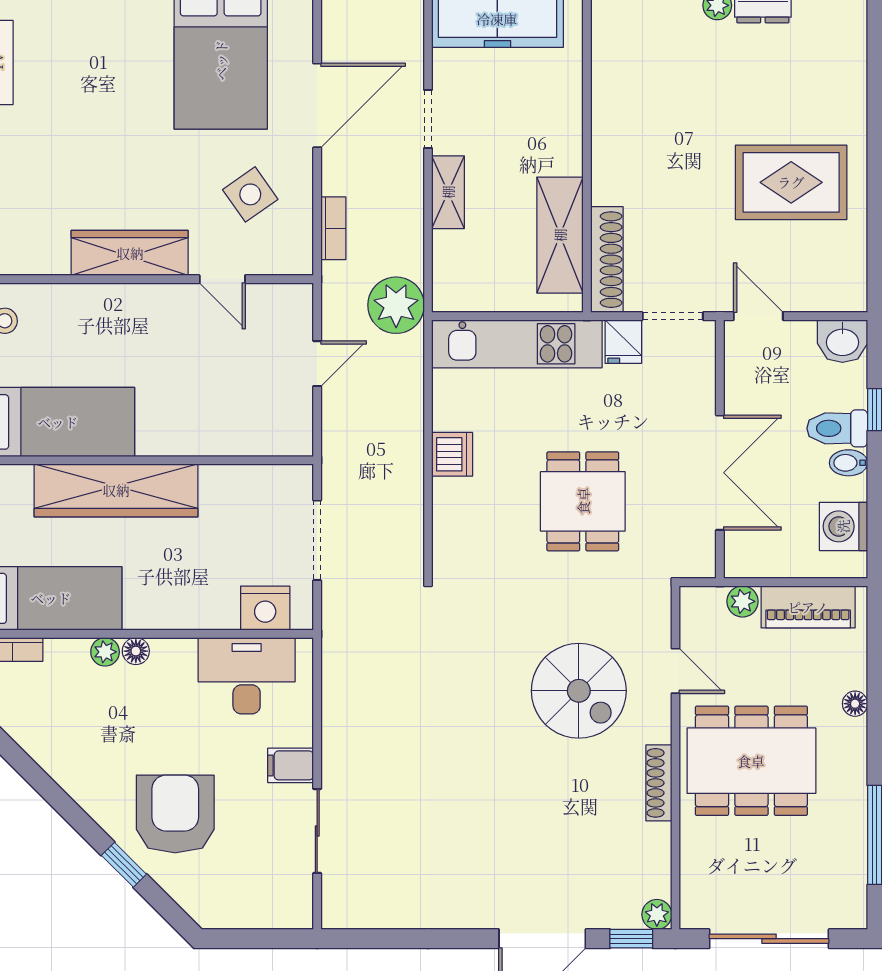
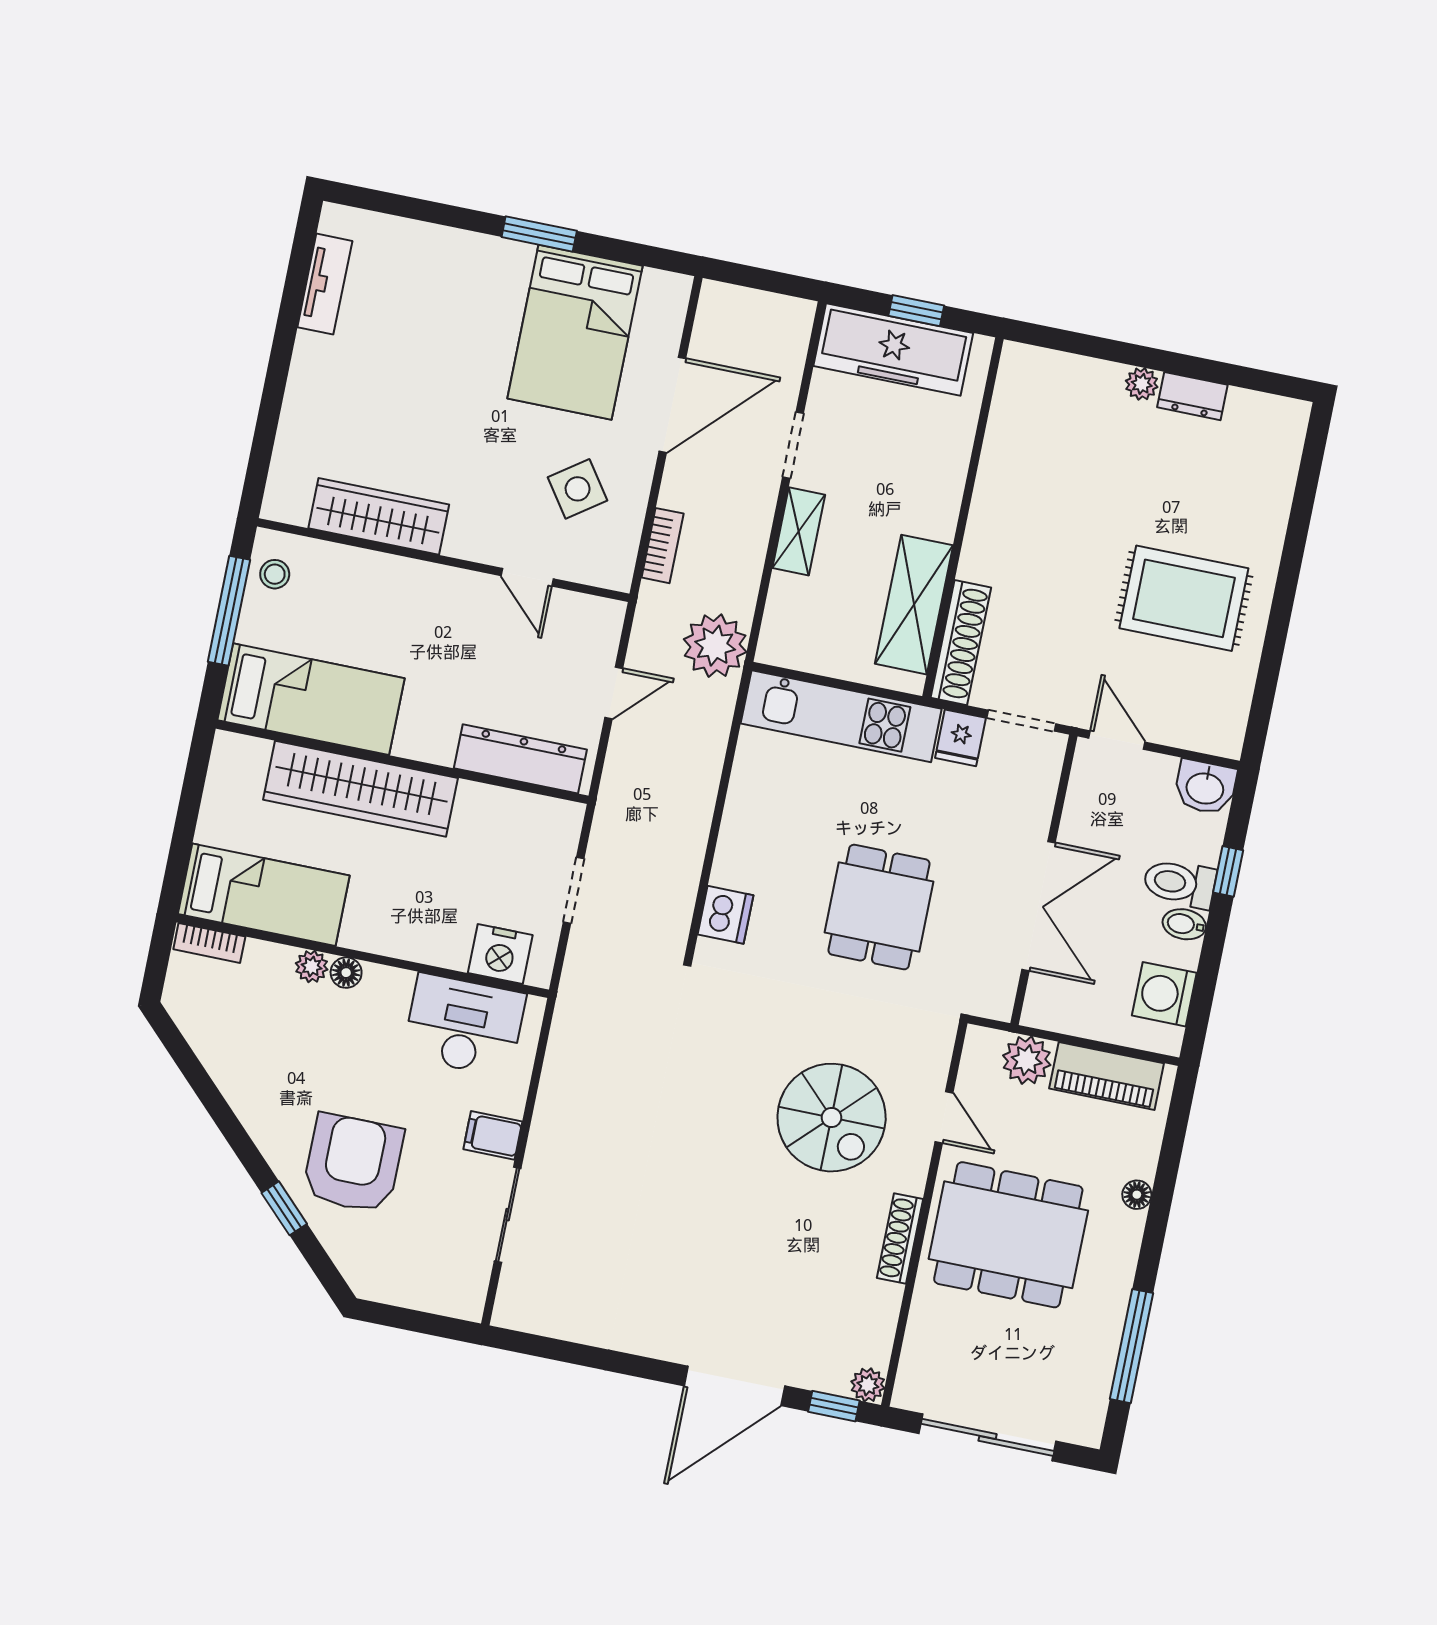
wardrobe: (130, 253) -> (379, 516), moved
dresser: (248, 437) -> (520, 759), added
dishwasher: (452, 454) -> (726, 915), moved
doorway: (317, 540) -> (574, 890), width x0.73
plant: (743, 601) -> (1027, 1060), width x1.38, depth x1.38

